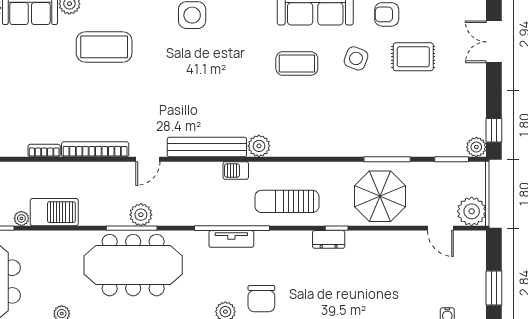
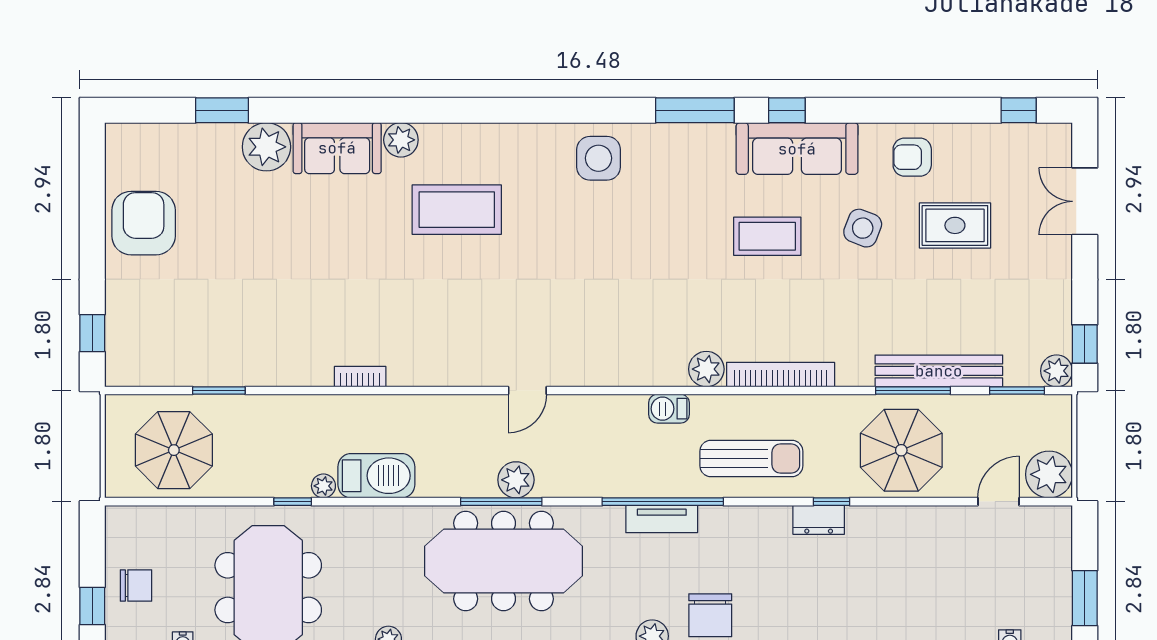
bench: (207, 147) -> (939, 371), moved
bookcase: (95, 149) -> (781, 375), moved
sun lounger: (287, 201) -> (751, 459), turned 180
door: (440, 228) -> (999, 502), swing flipped

